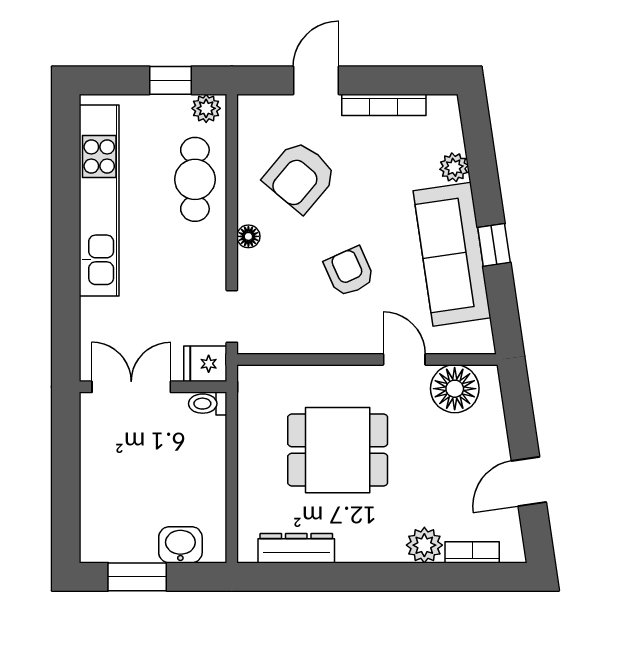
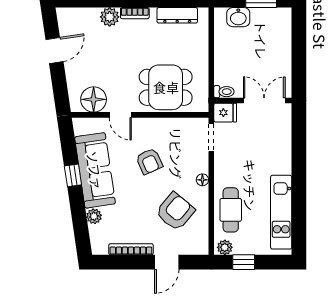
kitchen unit: (99, 201) -> (281, 212), width x0.73
double door: (131, 387) -> (264, 100), swing flipped
dining table: (338, 450) -> (166, 87), moved
bookcase: (472, 552) -> (135, 13), moved

